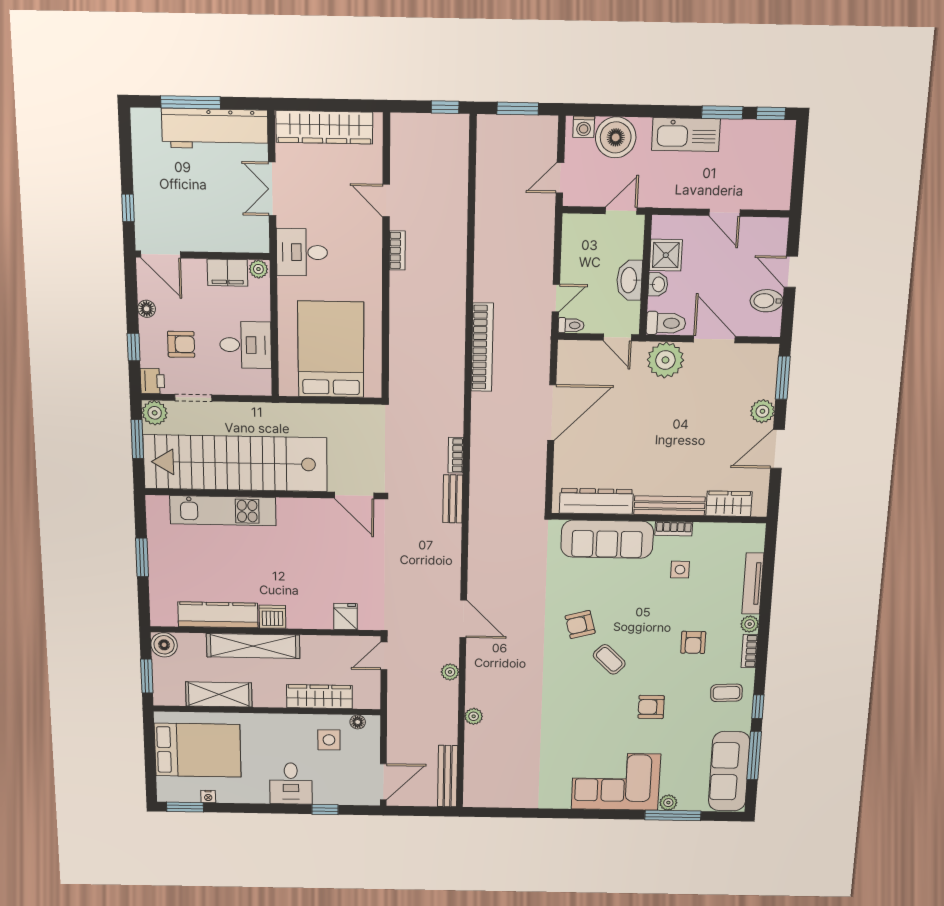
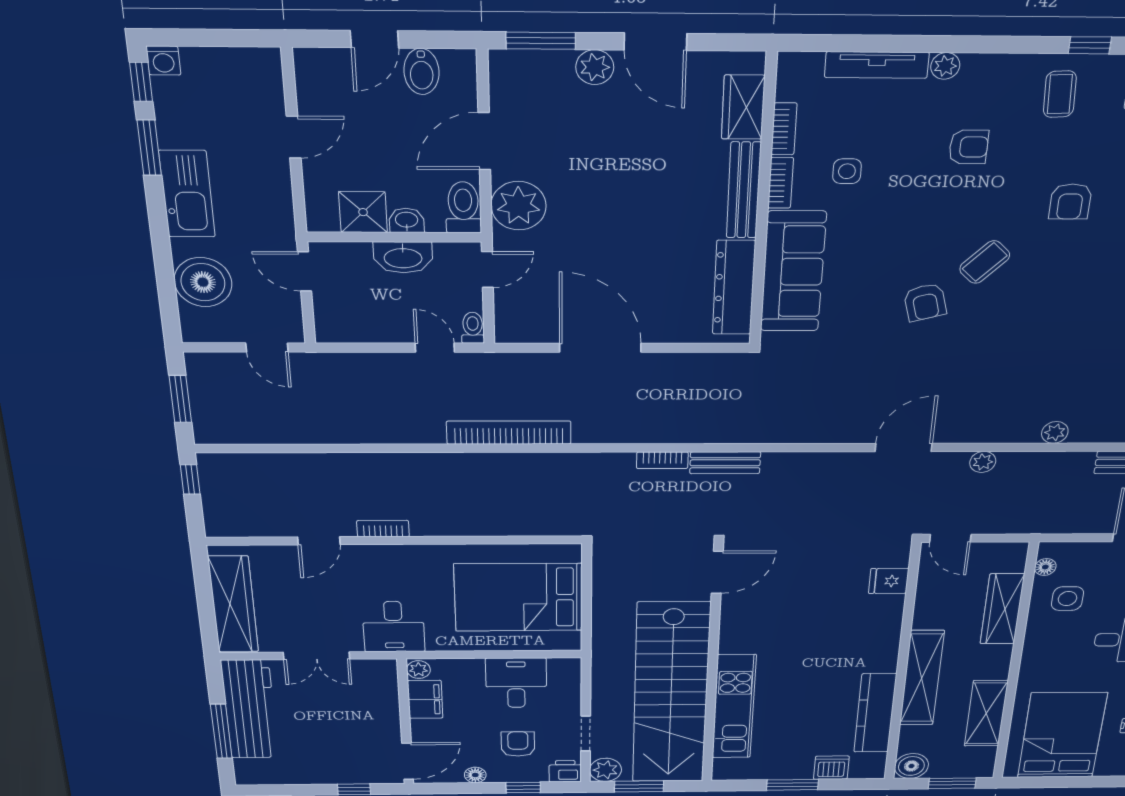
washing machine: (584, 127) -> (163, 61), moved, turned 90
dishwasher: (272, 617) -> (831, 768), moved, turned 90
bookcase: (749, 651) -> (784, 129), moved, turned -90

